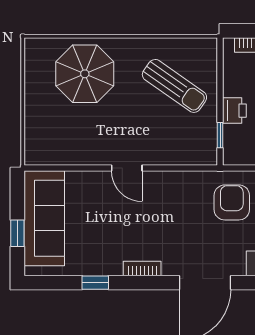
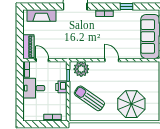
plant: (192, 149) -> (81, 69), added
armchair: (232, 202) -> (63, 44), removed

